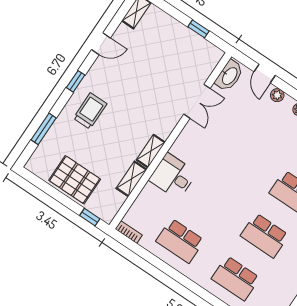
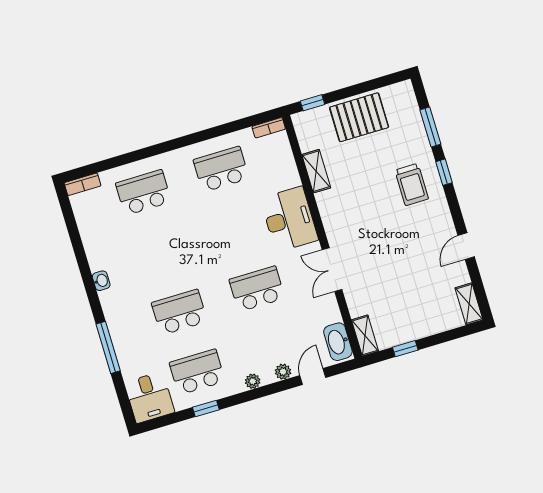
door: (265, 74) -> (313, 376), hinge flipped
window: (76, 81) -> (444, 172), moved
double door: (197, 101) -> (332, 270), moved
shelving: (151, 151) -> (365, 336), moved
desk: (173, 176) -> (289, 219), width x1.37
school desk: (265, 235) -> (257, 289), moved

